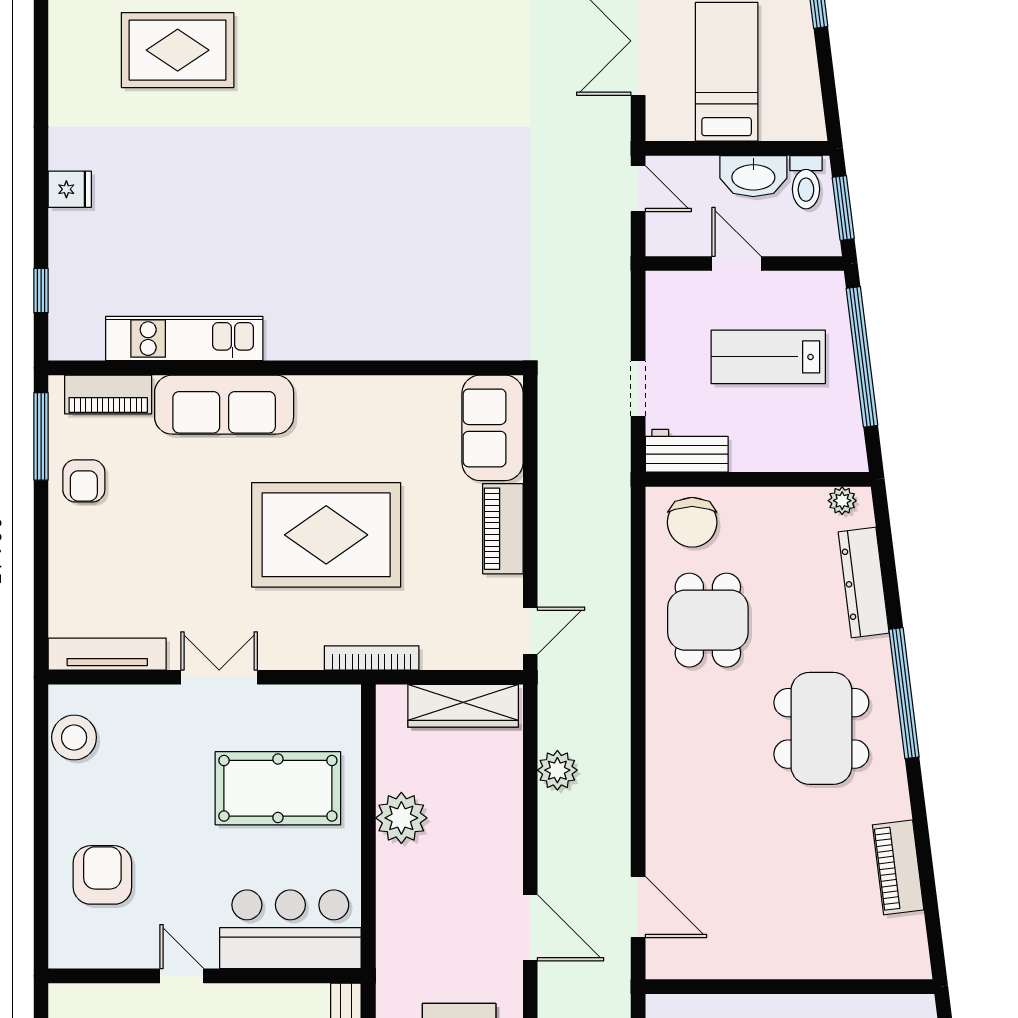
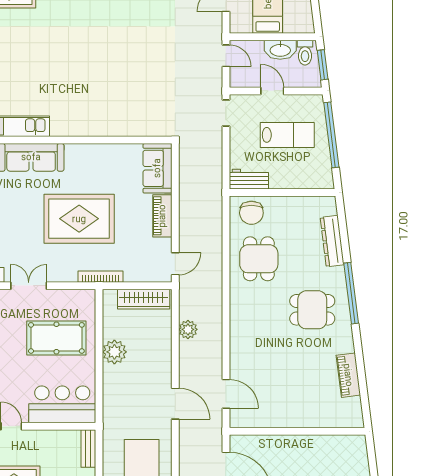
lab bench: (768, 357) -> (287, 135), turned 180
doorway: (638, 389) -> (226, 113), moved
plant: (842, 501) -> (322, 203), removed
dining table: (821, 728) -> (312, 310), width x0.73

